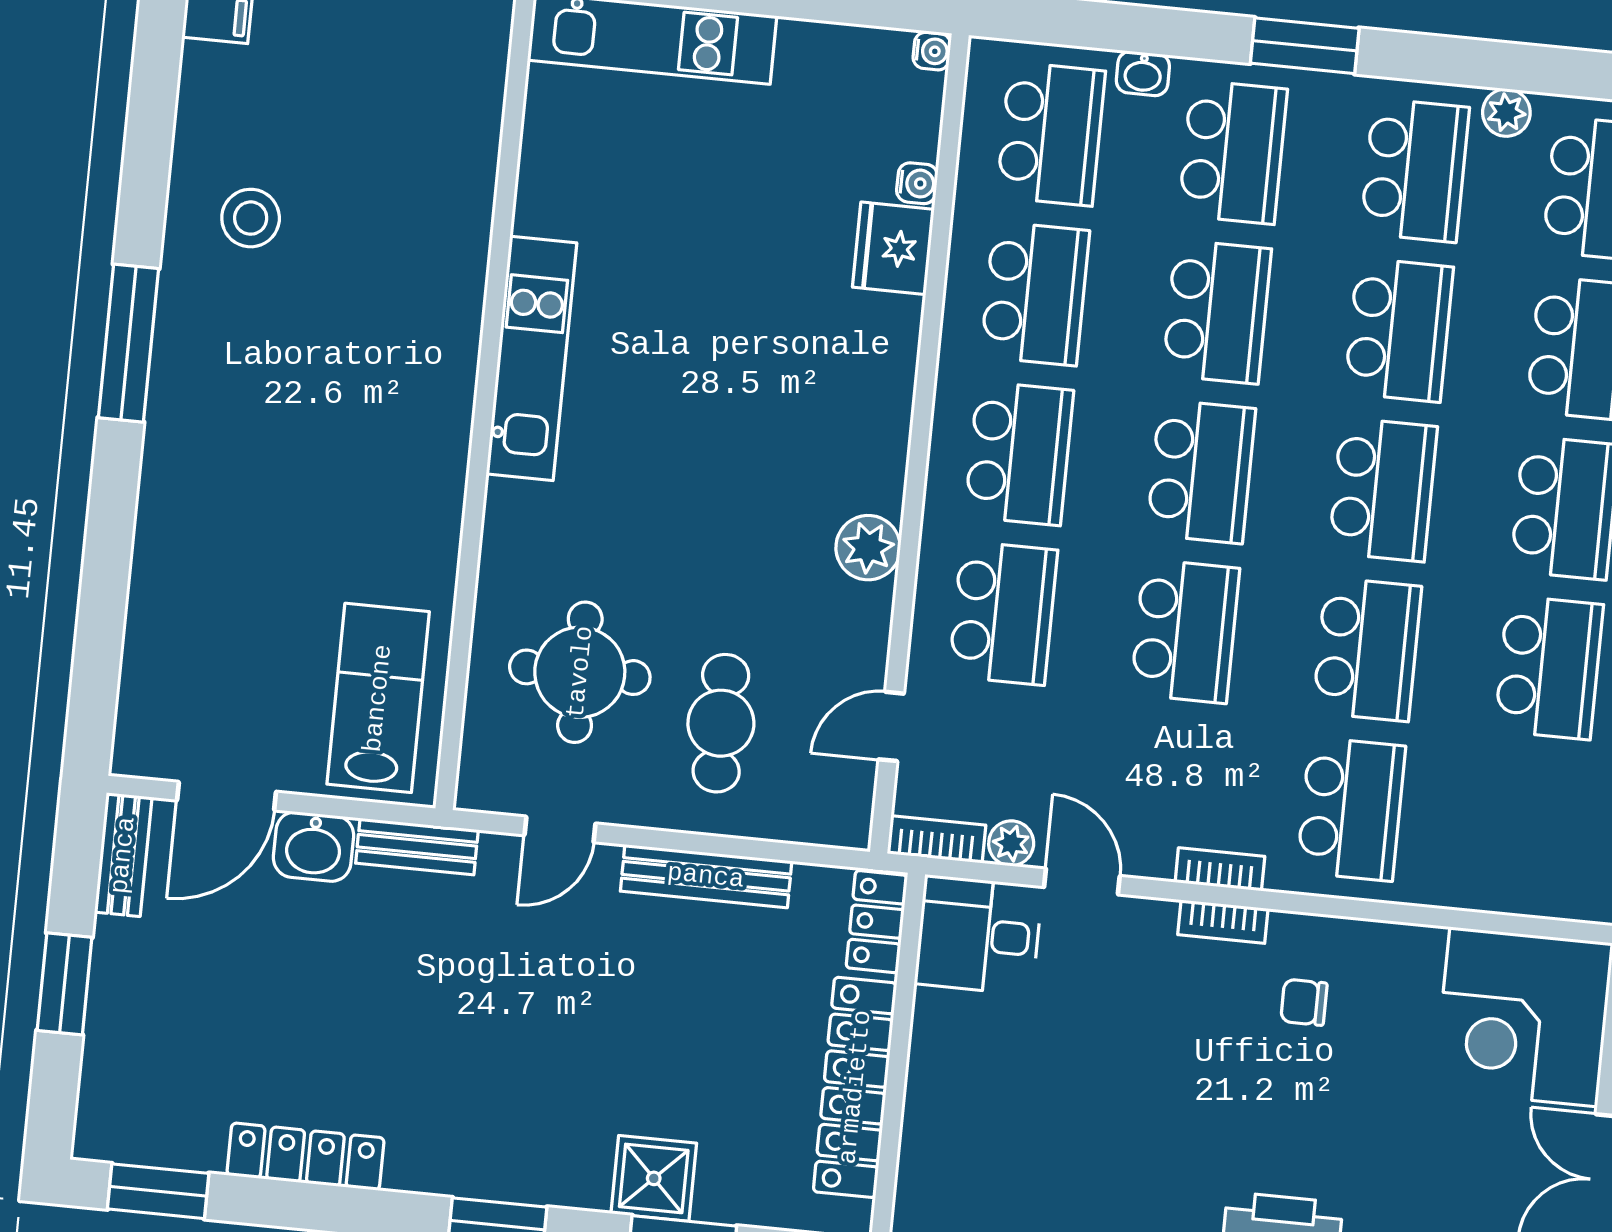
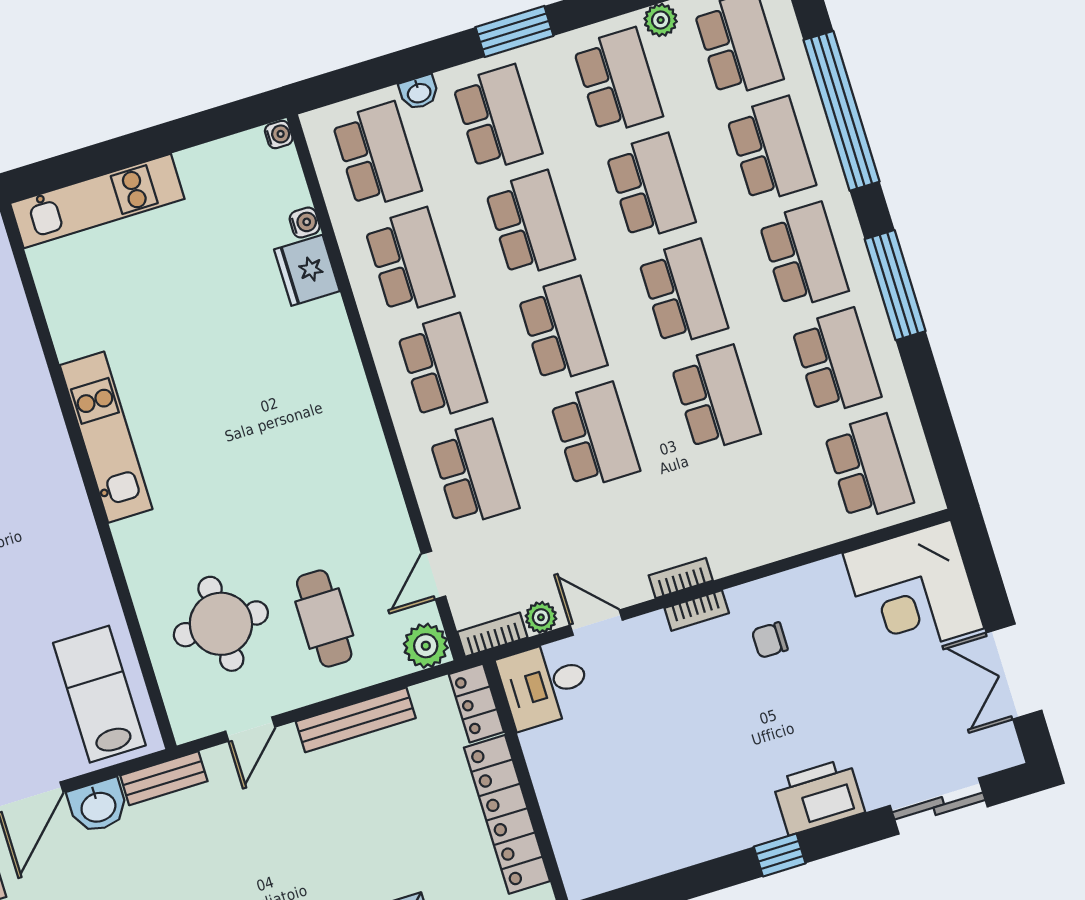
plant: (868, 548) -> (426, 646), moved
school desk: (1351, 809) -> (869, 468), moved

